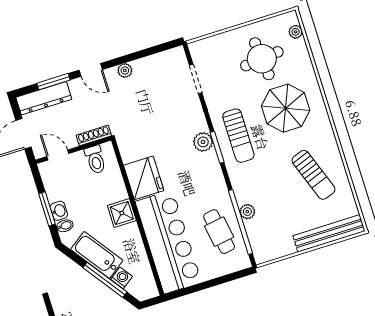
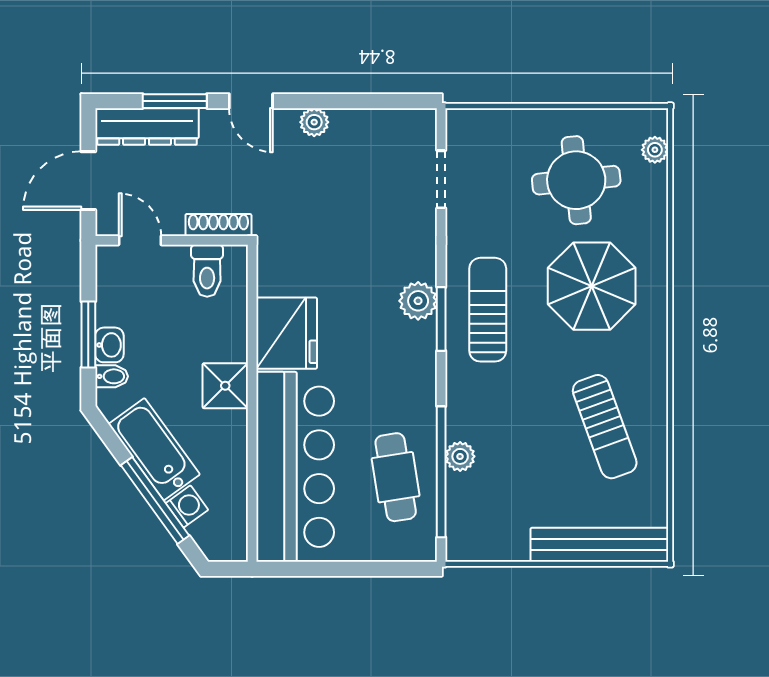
sun lounger: (238, 136) -> (488, 310), turned 180

